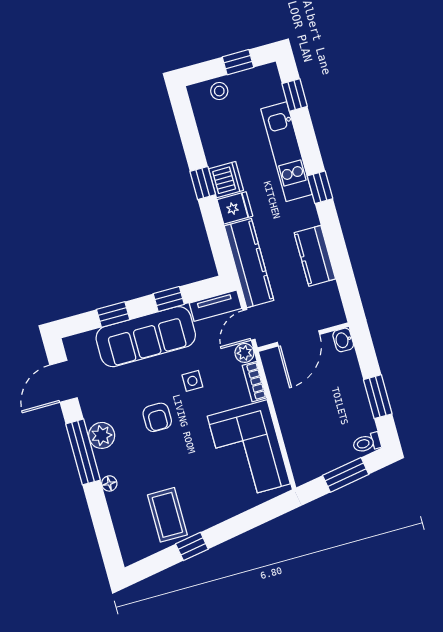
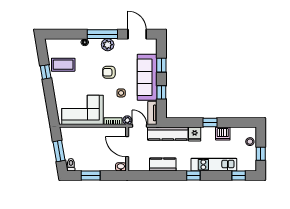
dishwasher: (226, 180) -> (223, 134), moved

